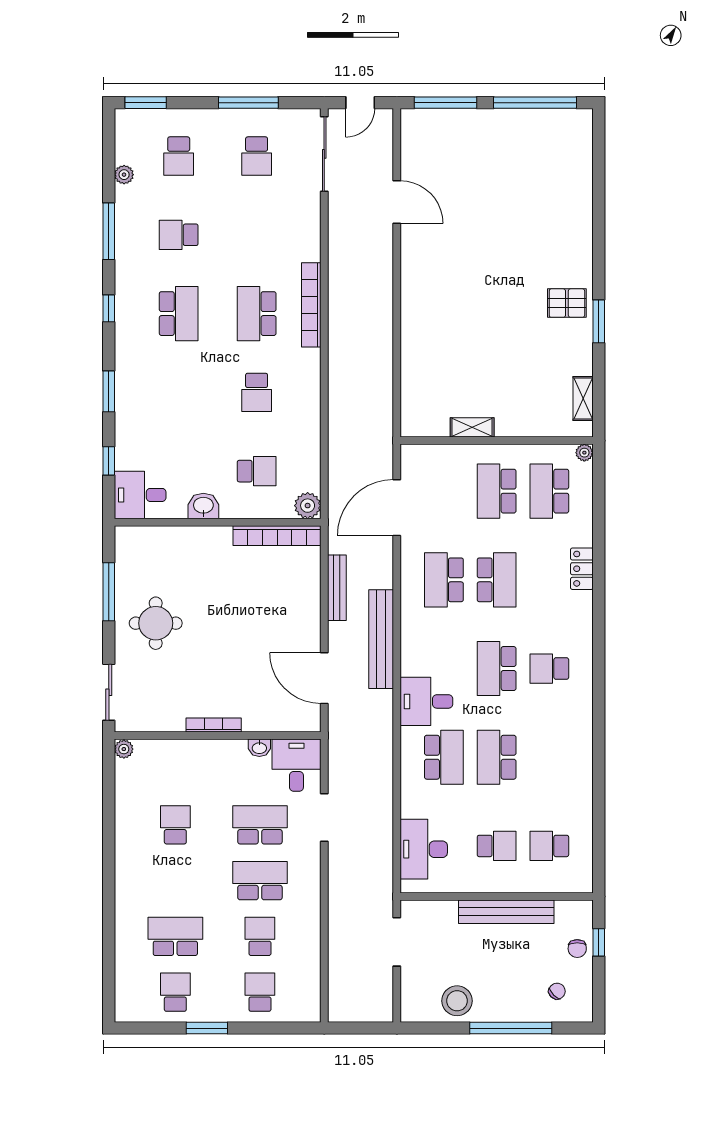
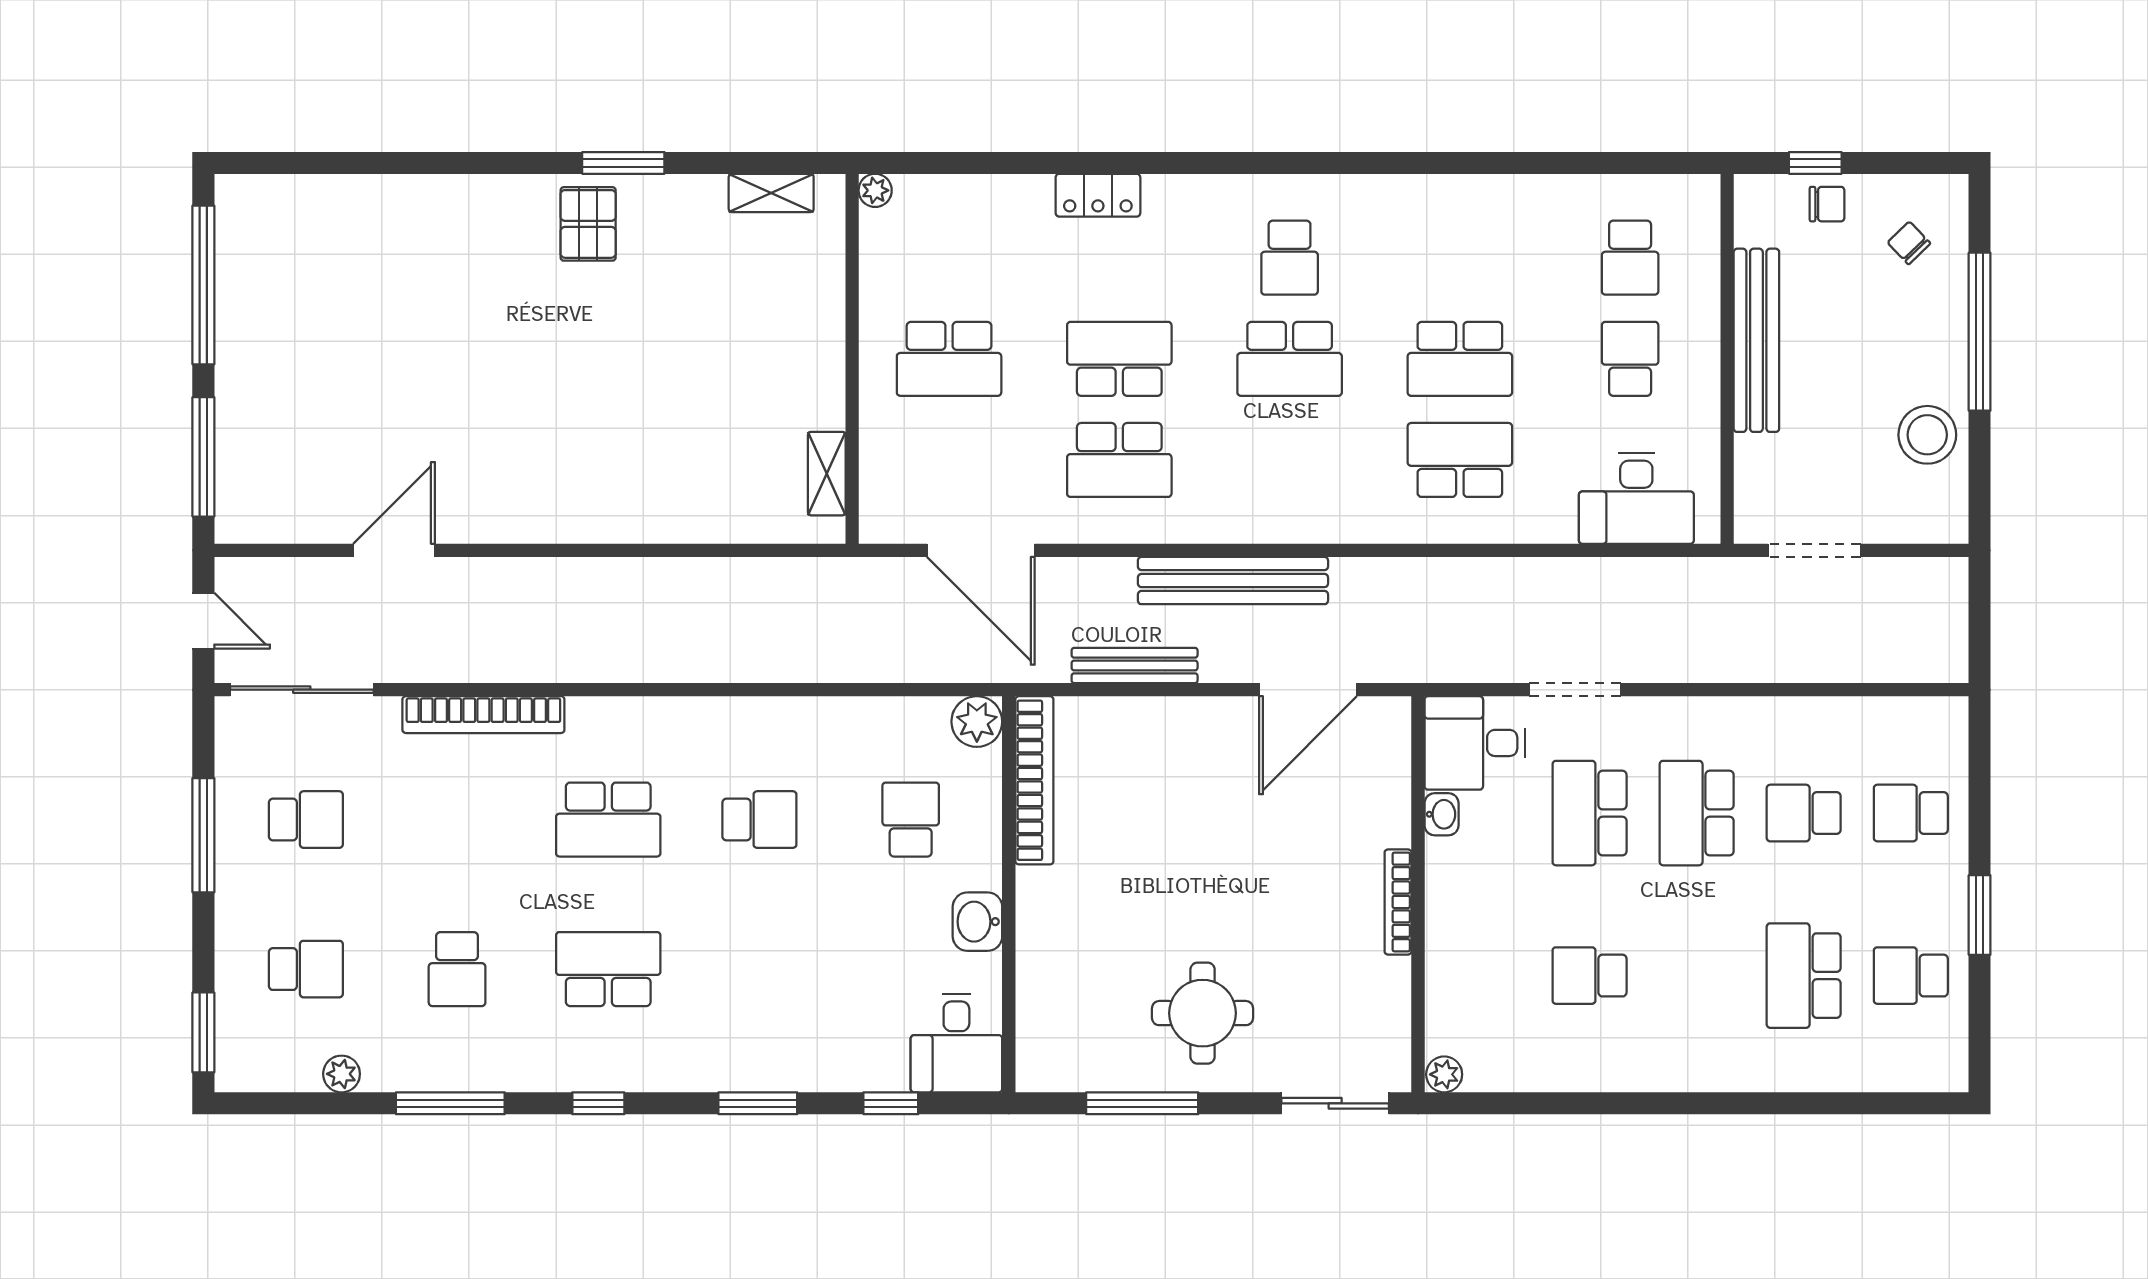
bookcase: (311, 305) -> (483, 715), moved
shelving: (472, 427) -> (827, 474), moved
school desk: (549, 491) -> (949, 258), removed
desk: (426, 701) -> (1353, 494), removed

